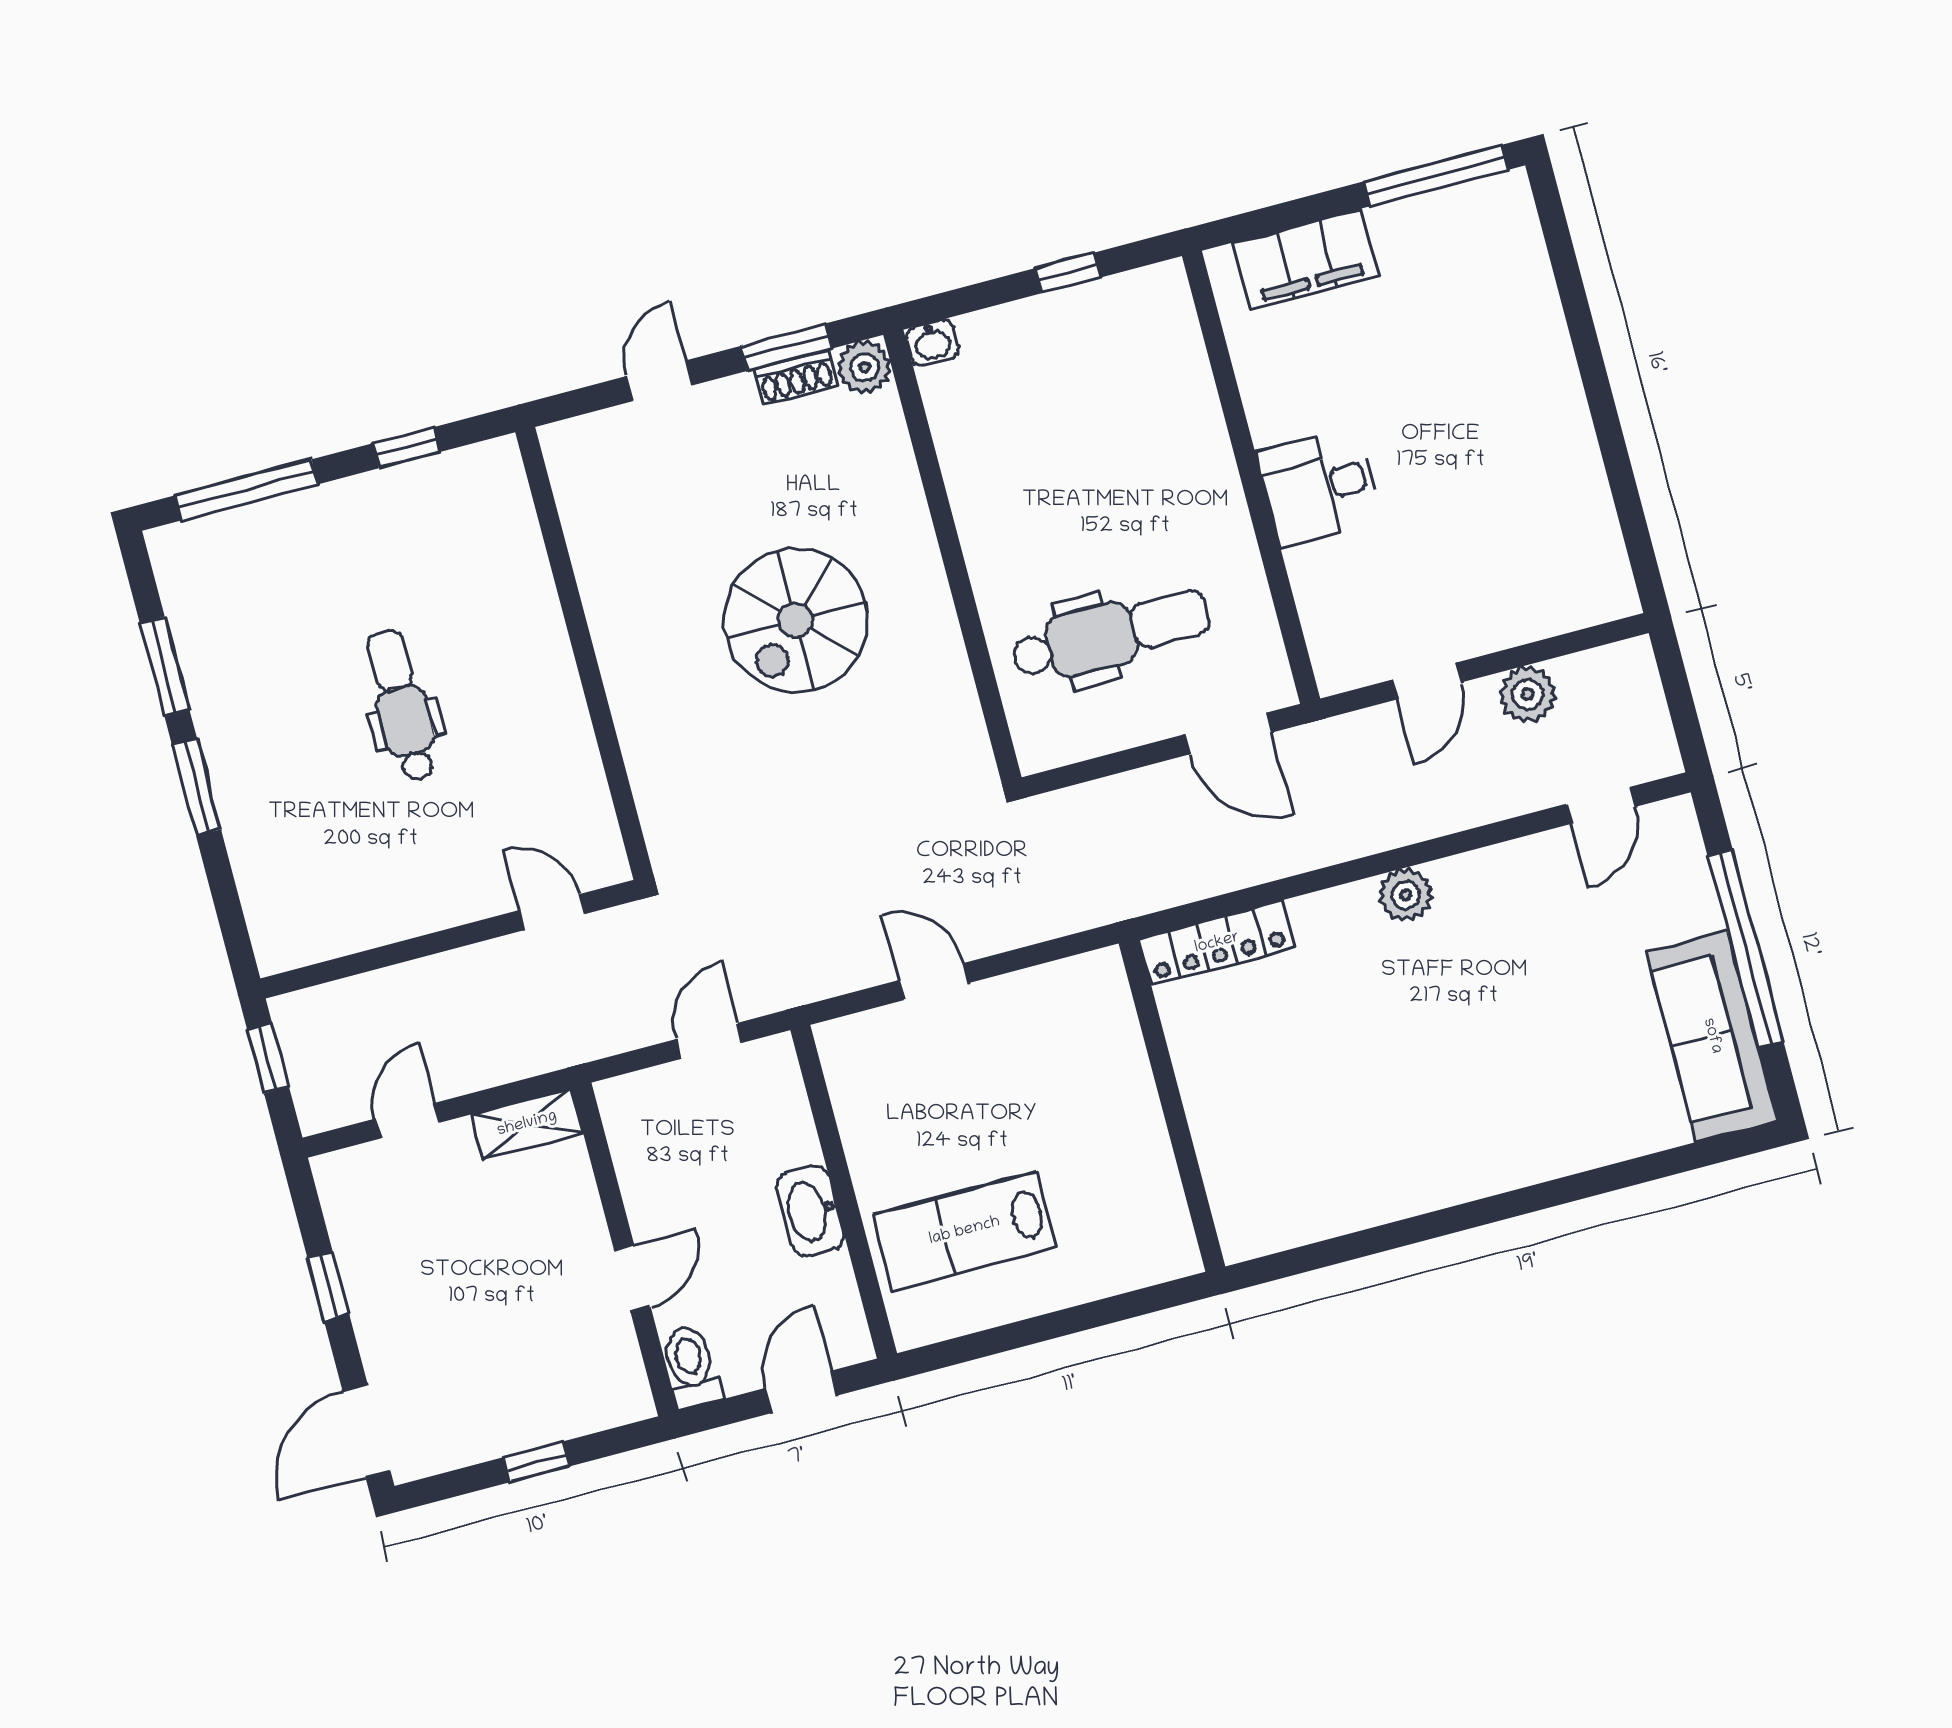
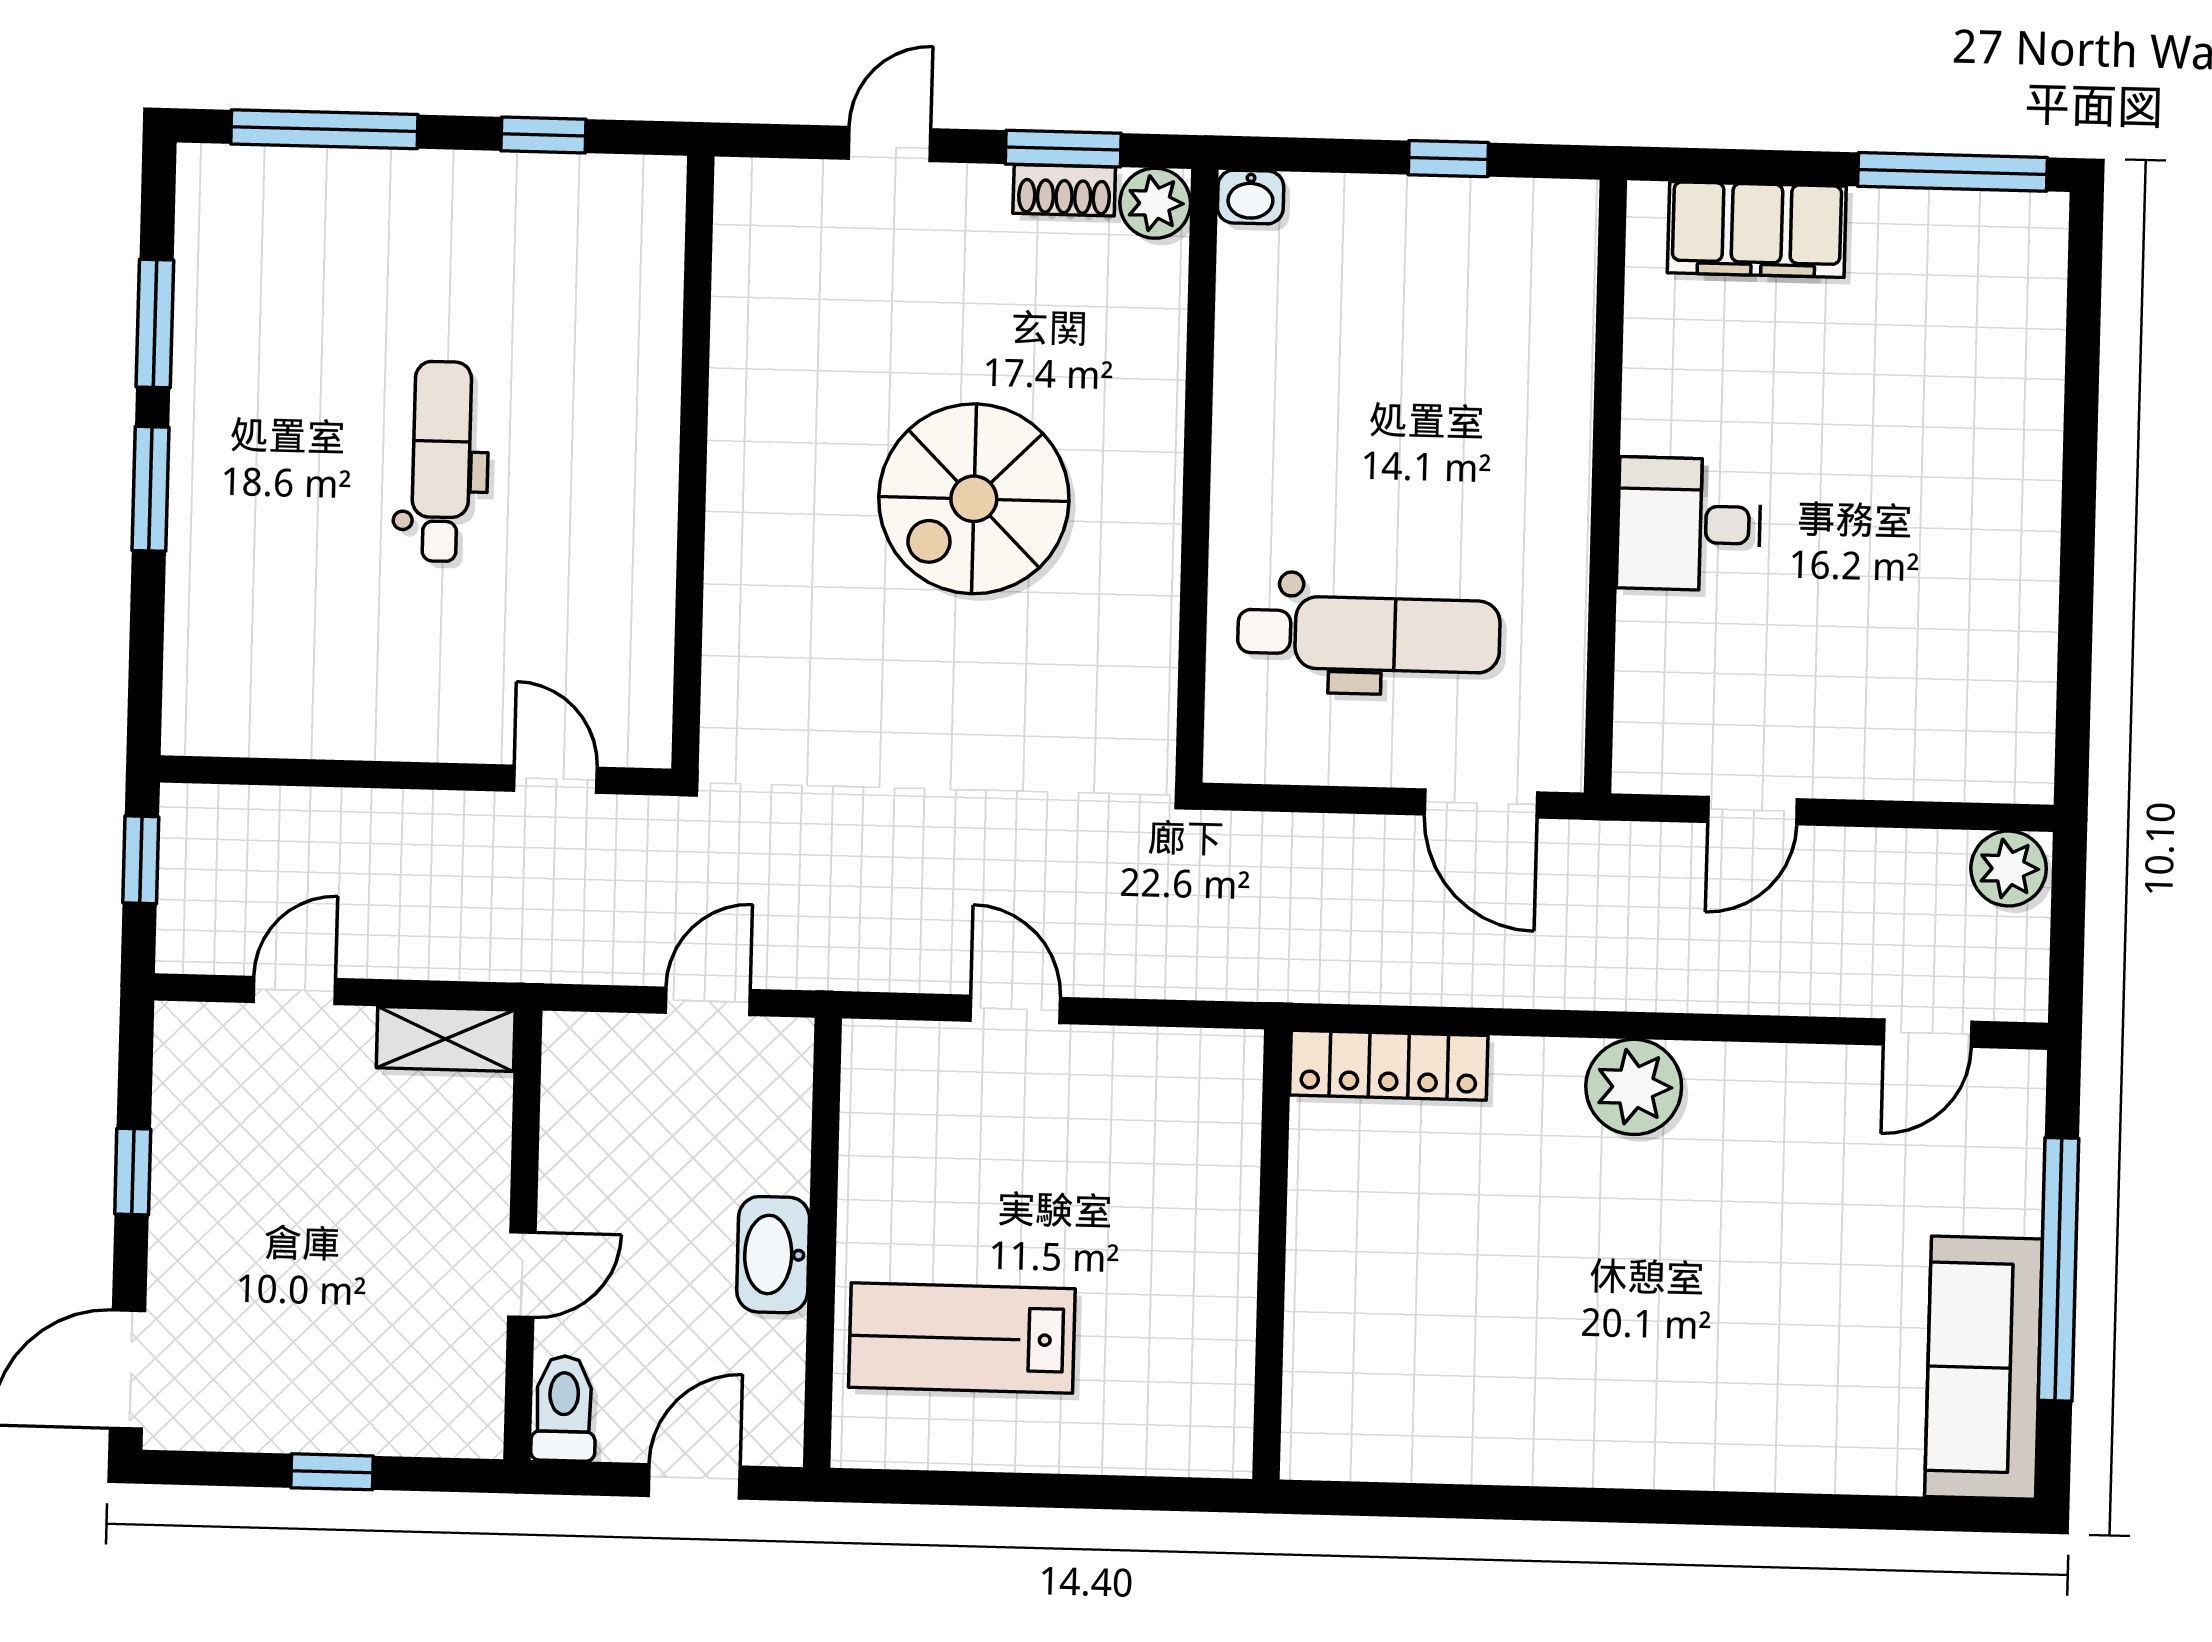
plant: (1528, 694) -> (2009, 869), moved
plant: (1406, 895) -> (1634, 1087), width x1.36, depth x1.36

